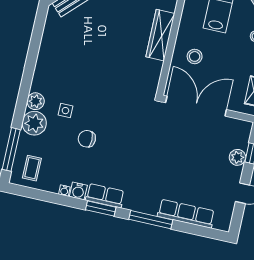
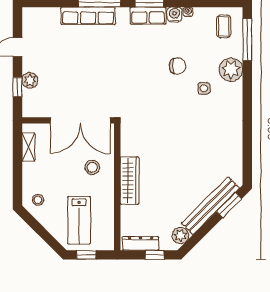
plant: (36, 101) -> (234, 91), removed
row of seats: (186, 214) -> (88, 16), moved

